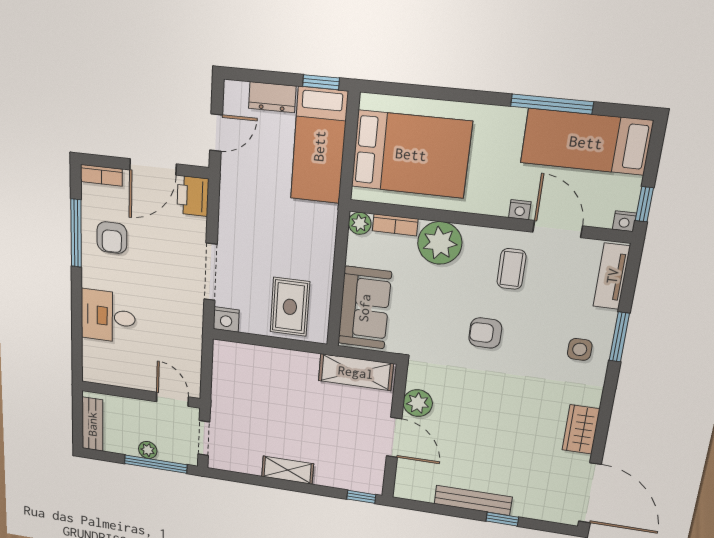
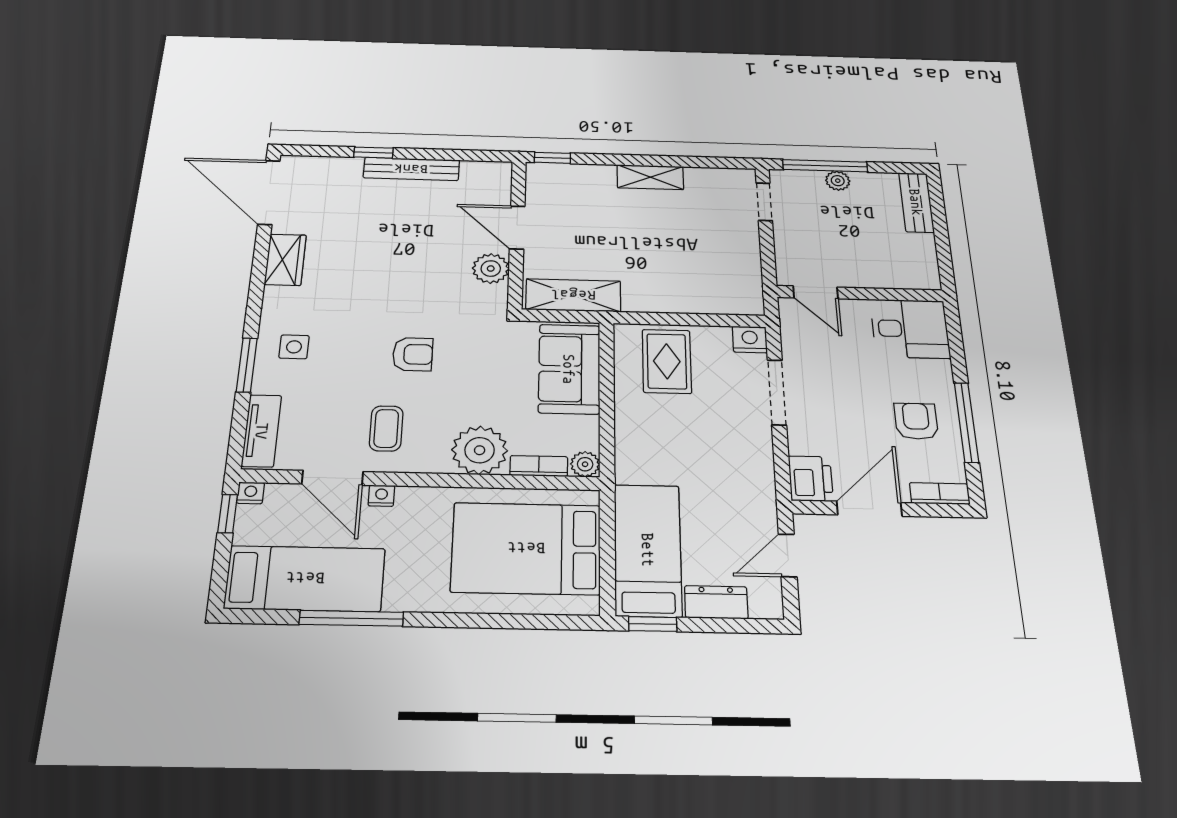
wall: (141, 395) -> (860, 294), moved
door: (172, 399) -> (816, 292), moved

